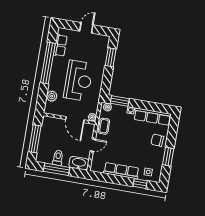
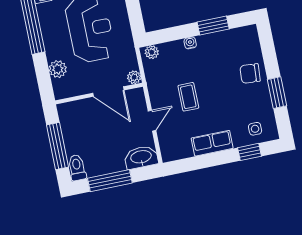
window: (120, 101) -> (213, 26), moved
row of seats: (152, 117) -> (228, 40), removed
coffee table: (104, 126) -> (188, 97), moved
toilet: (58, 158) -> (77, 168), moved
row of seats: (121, 171) -> (212, 143), width x0.68

